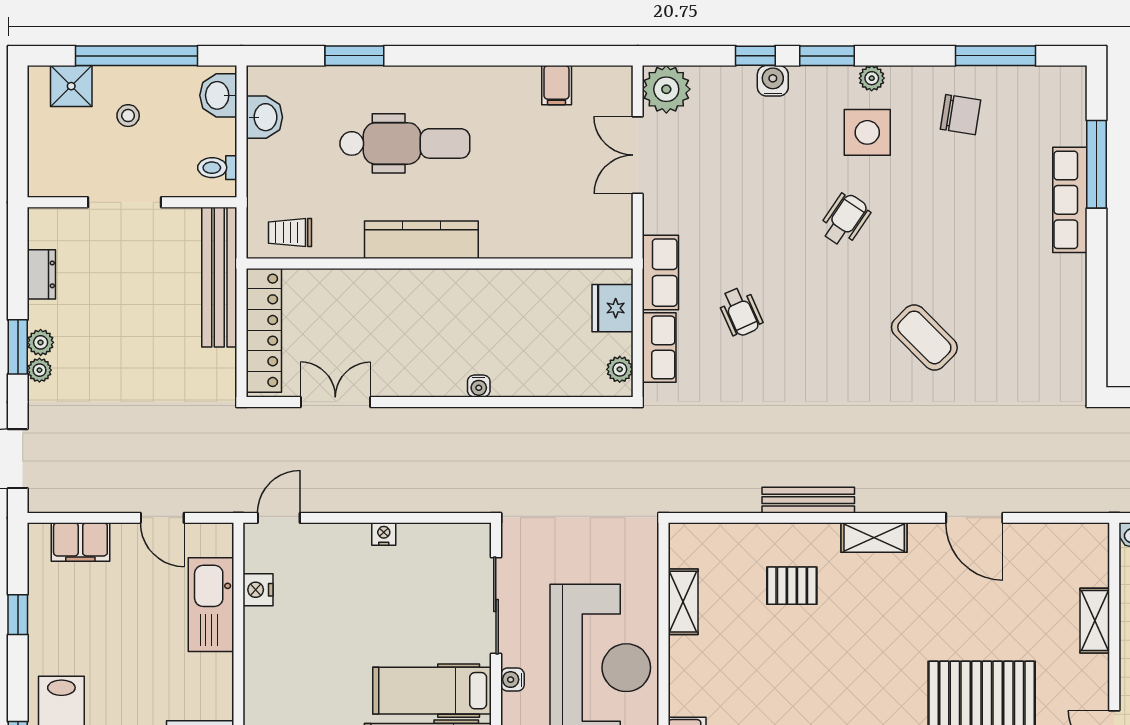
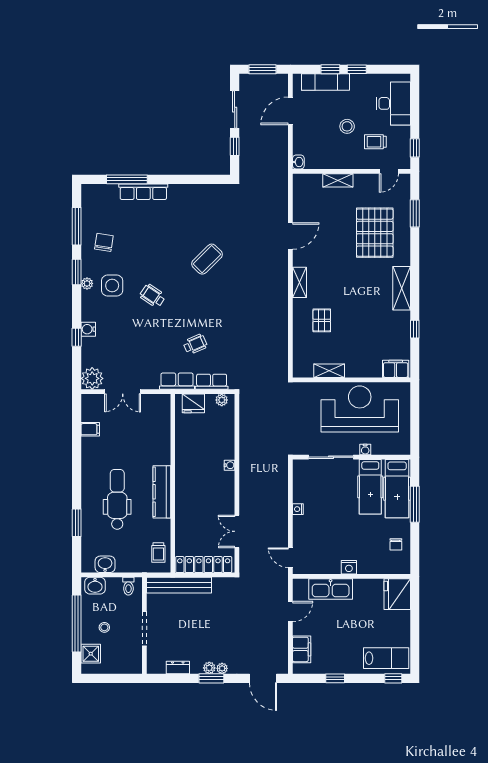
window: (827, 56) -> (77, 272), moved
bench: (808, 500) -> (282, 313), removed
nightstand: (258, 590) -> (349, 567), moved

